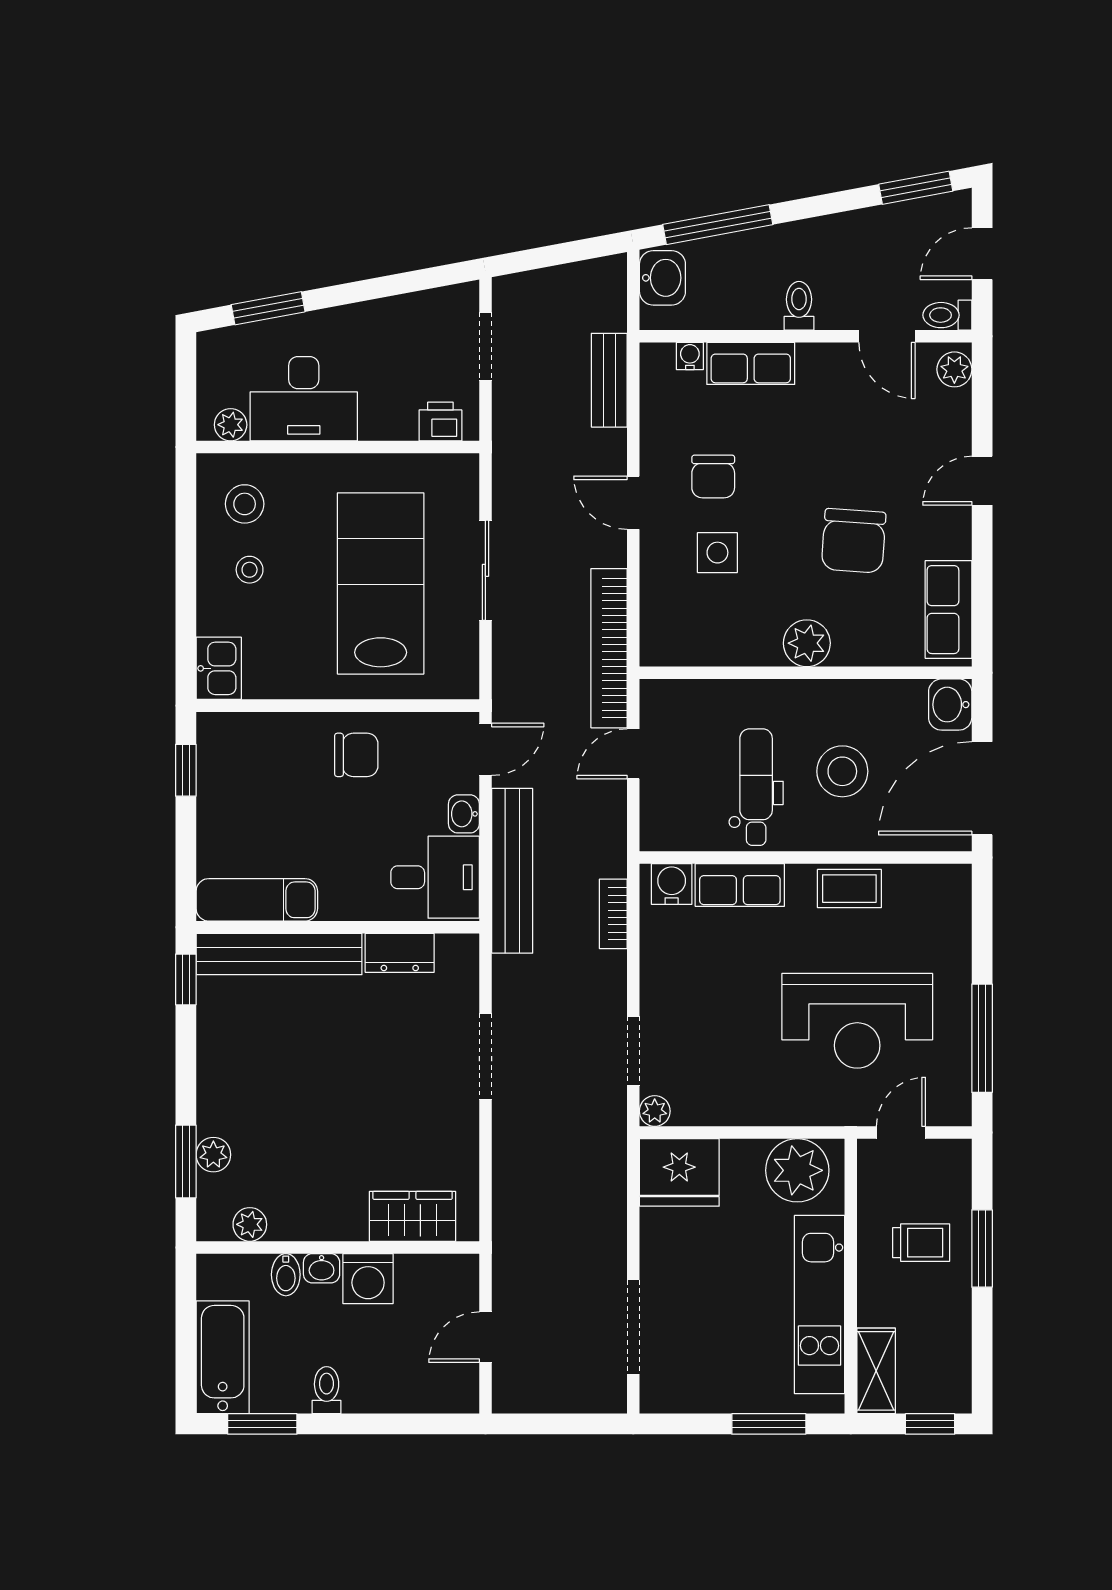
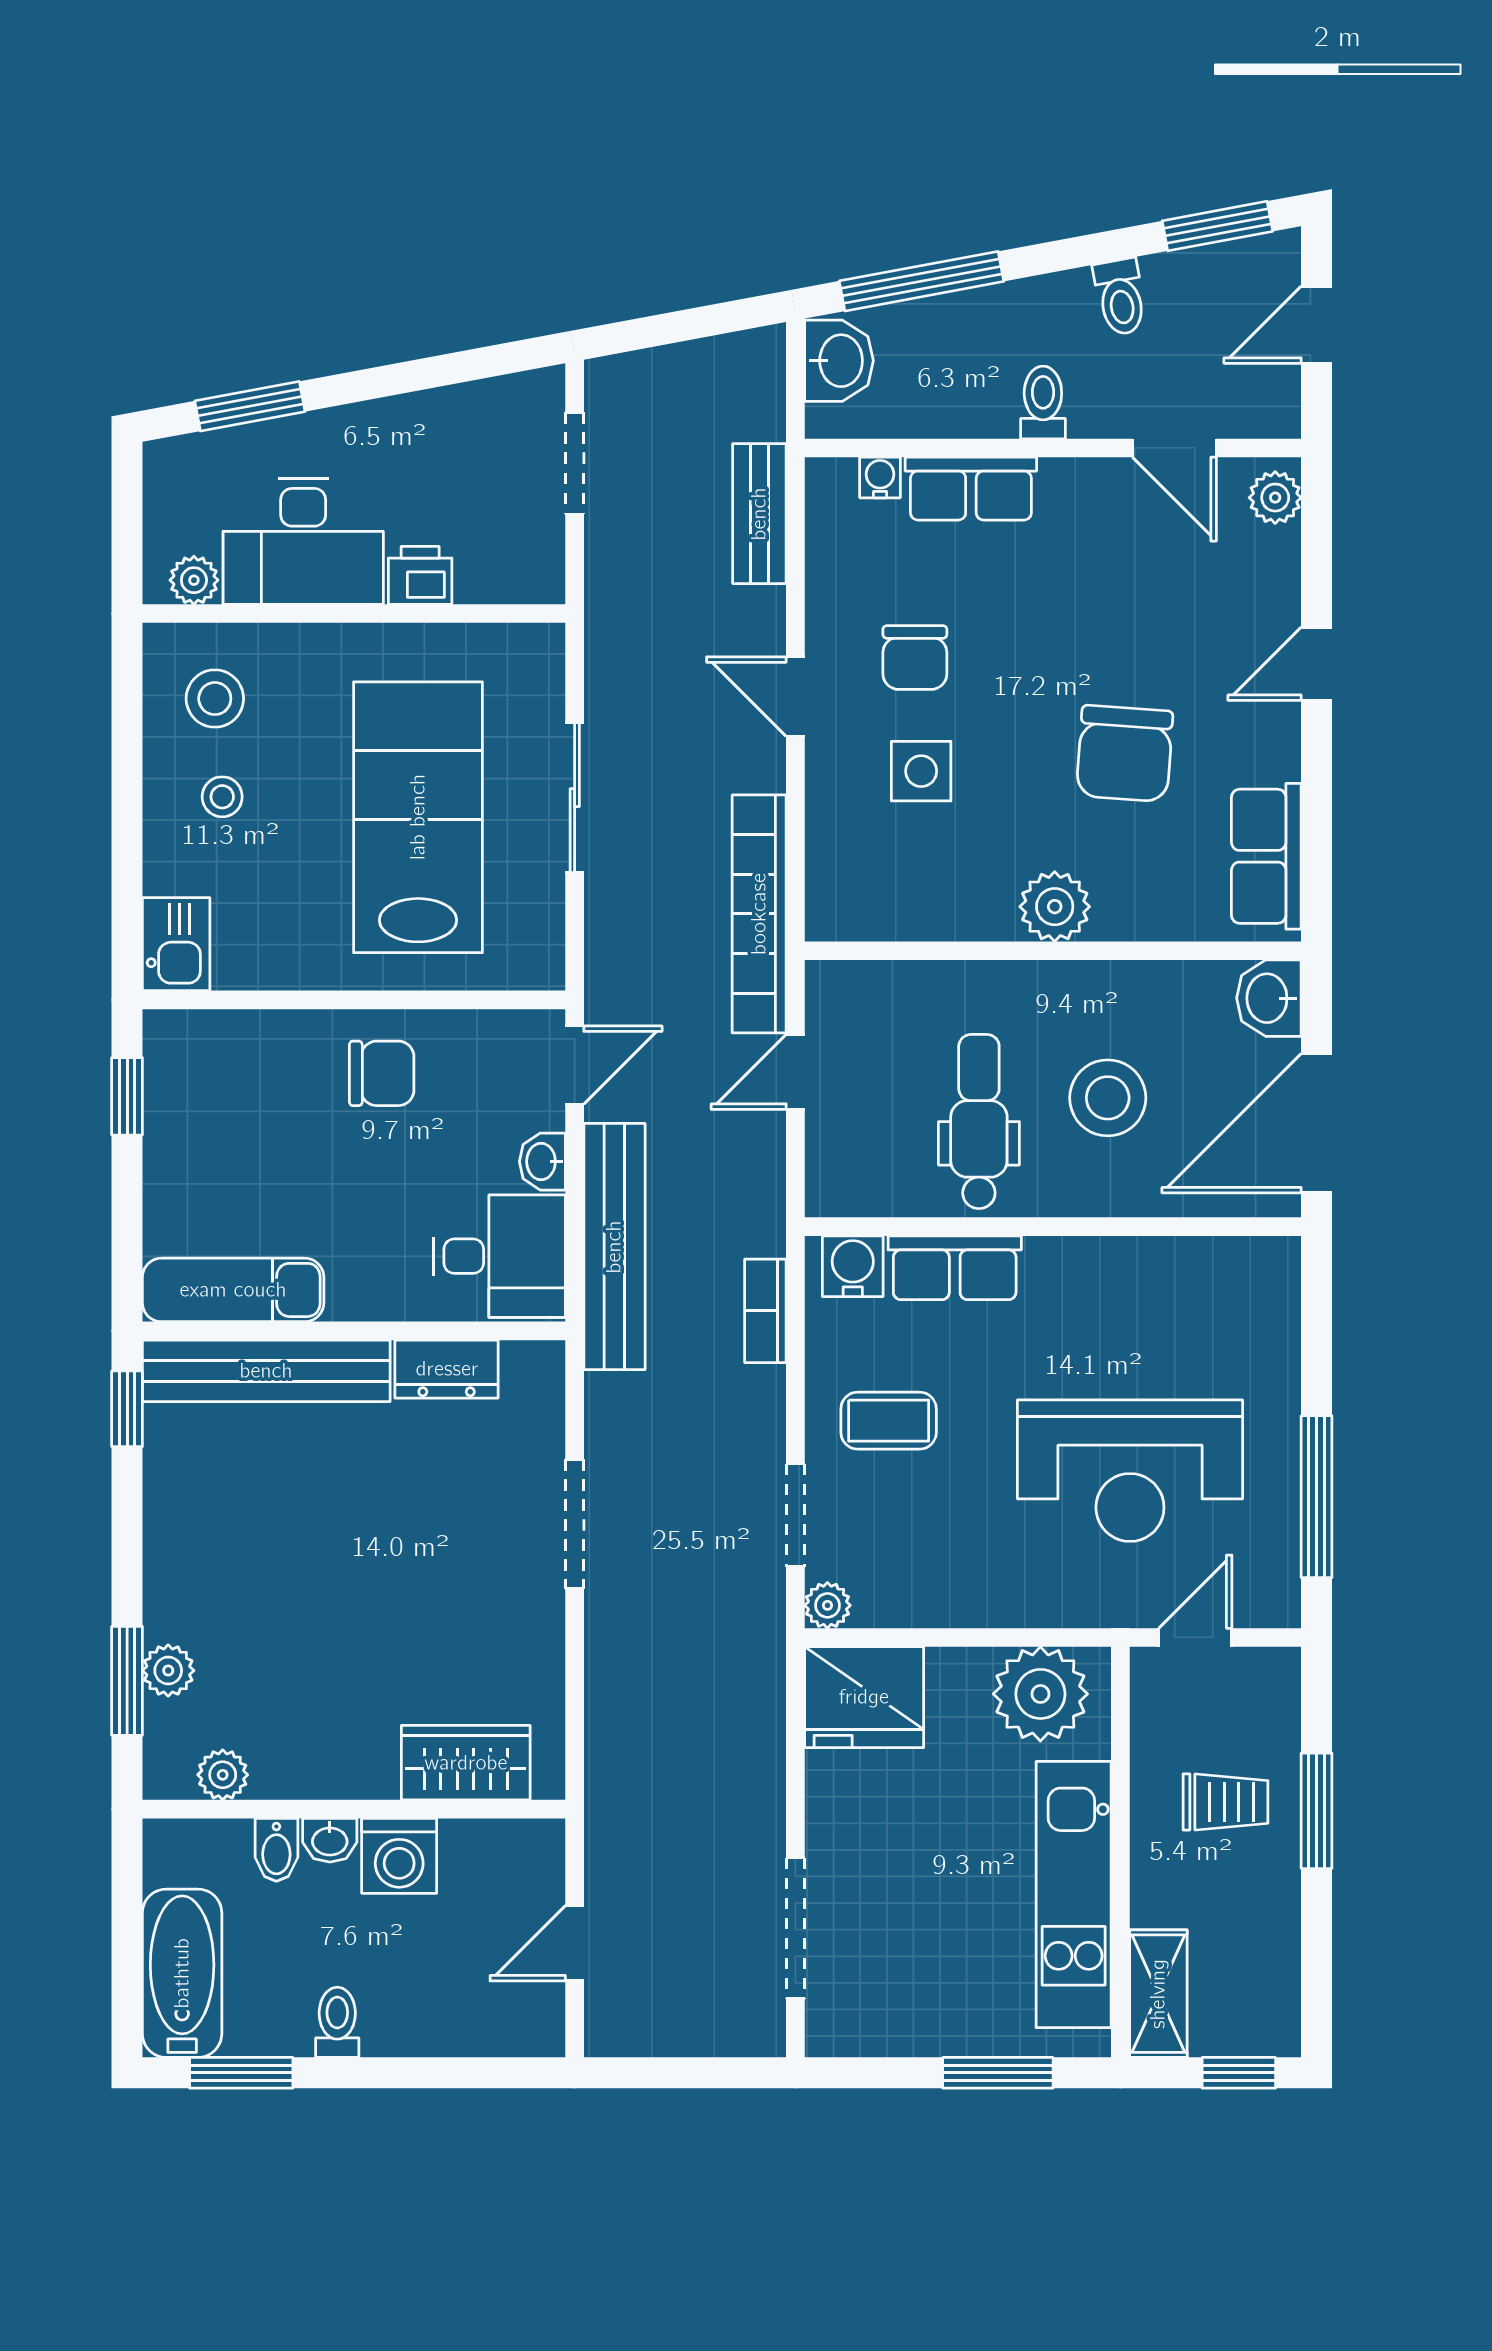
toilet: (947, 315) -> (1120, 297), moved, turned -101
printer: (440, 422) -> (420, 575), moved
coffee table: (849, 889) -> (889, 1421), moved

